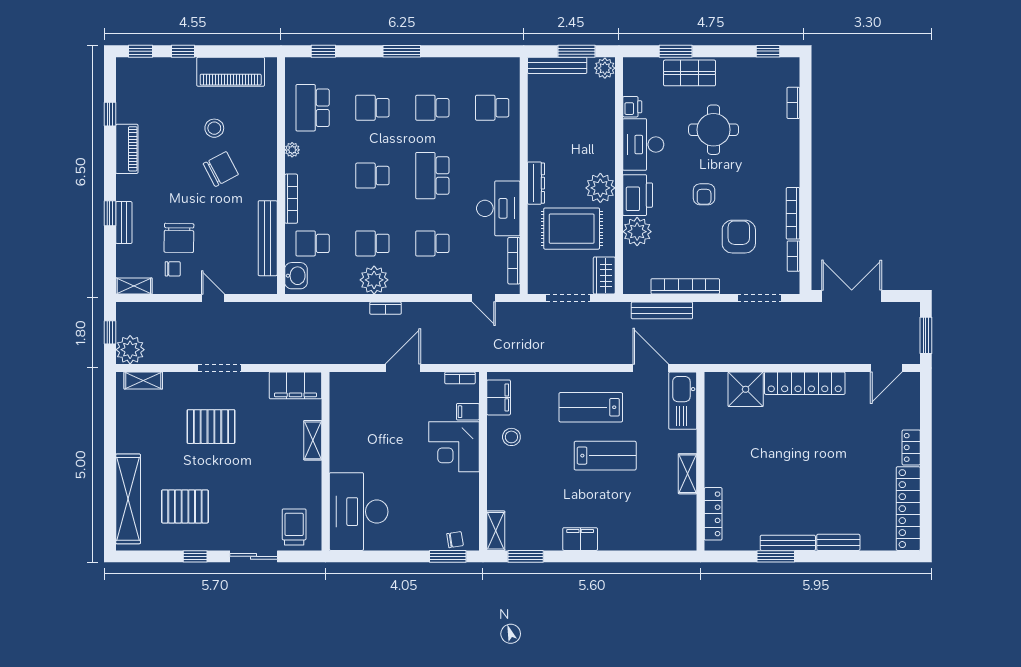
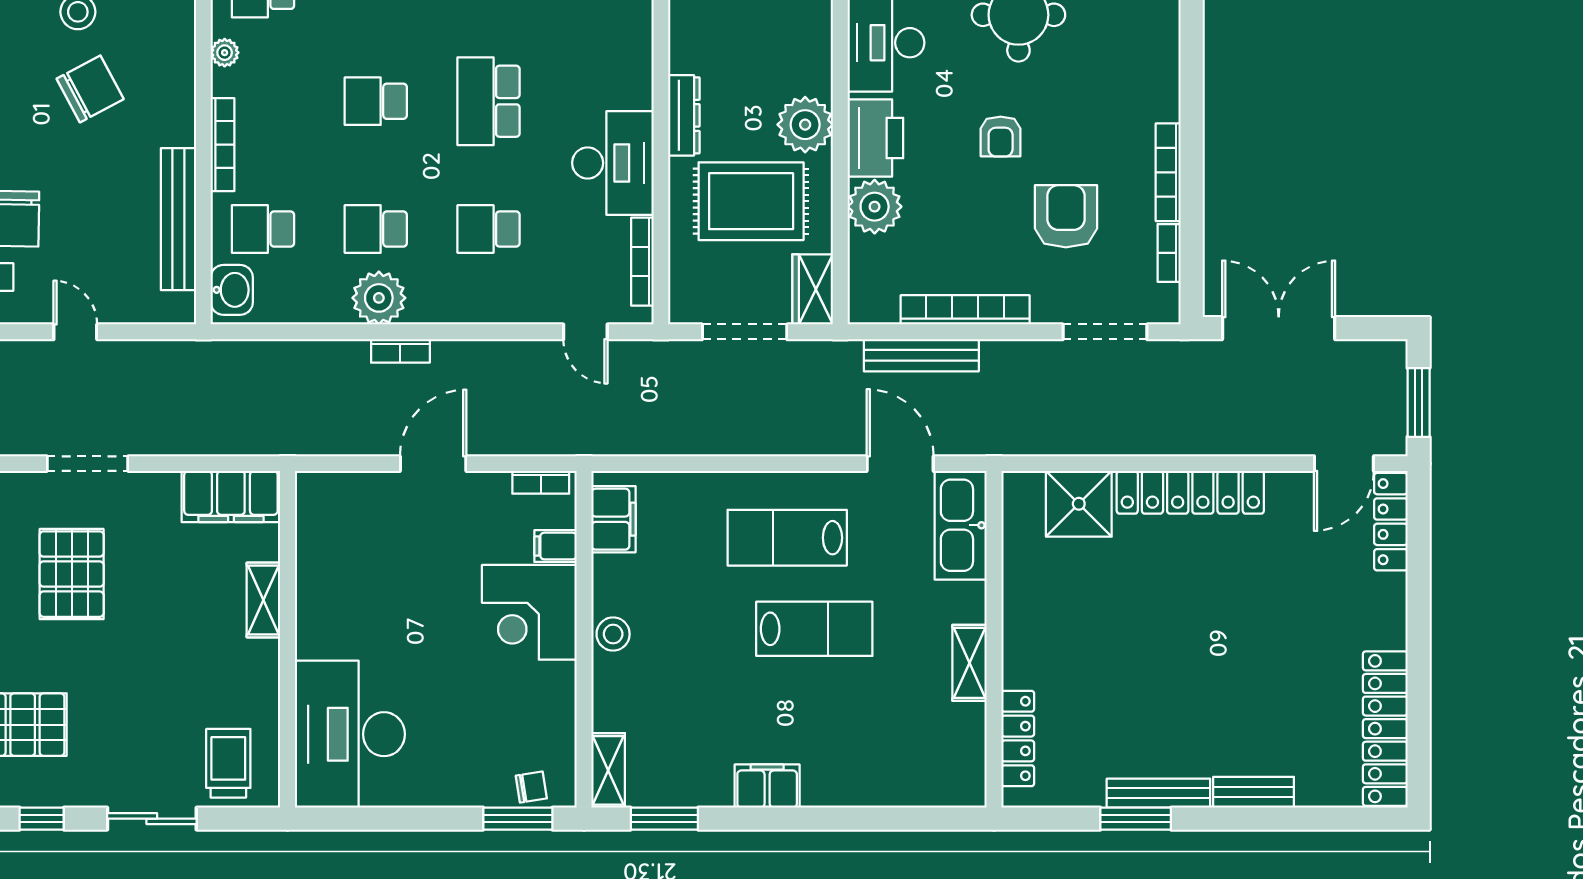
pallet: (211, 427) -> (72, 574), turned 90
stool: (511, 437) -> (613, 634), moved
locker: (911, 447) -> (1391, 522), moved, width x1.53

